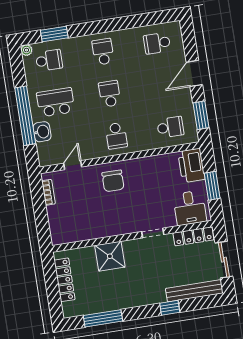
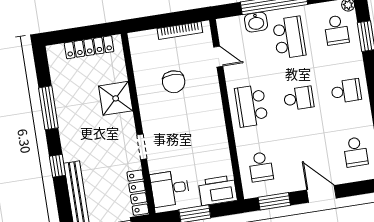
school desk: (157, 43) -> (356, 152), turned 180
school desk: (116, 136) -> (251, 106), width x1.85
chair: (113, 181) -> (174, 82), moved, turned -90
bookcase: (48, 192) -> (180, 30), width x1.56
window: (103, 318) -> (48, 108), moved

